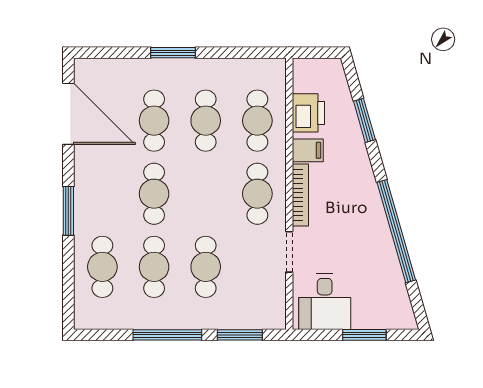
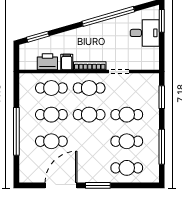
window: (173, 53) -> (16, 131), width x2.11
door: (68, 114) -> (61, 185), moved
window: (364, 120) -> (38, 37), moved
cafe table: (154, 194) -> (89, 115), moved
desk: (325, 302) -> (145, 33), moved
window: (167, 335) -> (162, 147), moved
window: (364, 335) -> (162, 21), moved

